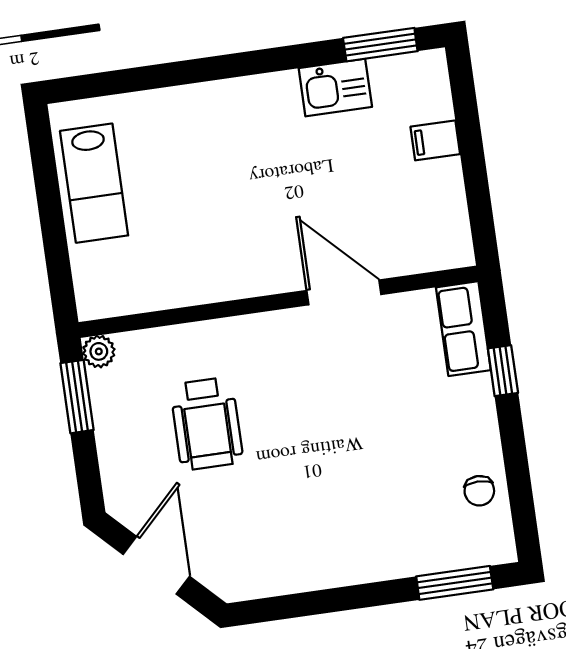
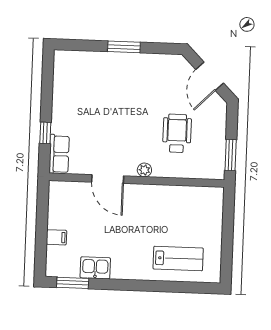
lab bench: (94, 183) -> (178, 259), moved, turned 90
plant: (99, 351) -> (144, 170), moved
chair: (479, 491) -> (65, 83), removed
window: (455, 583) -> (124, 47), moved

